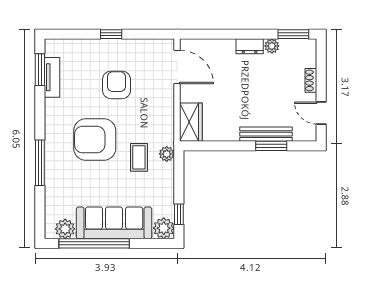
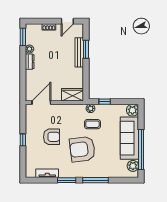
window: (40, 70) -> (67, 180), moved
armchair: (117, 85) -> (51, 137), turned 180
armchair: (95, 140) -> (82, 149), turned 83
window: (179, 214) -> (105, 102), moved

